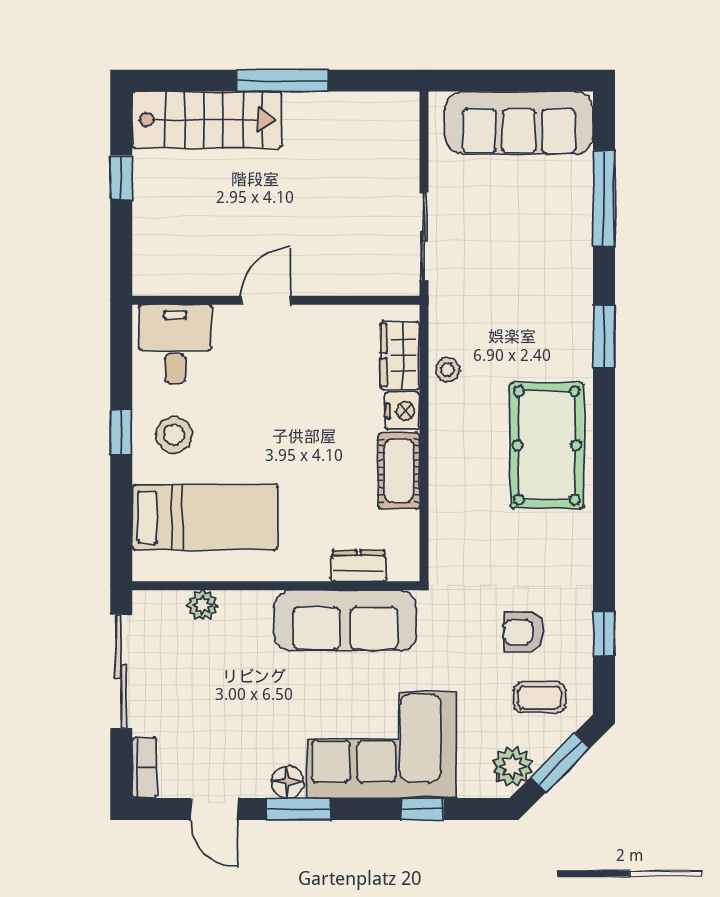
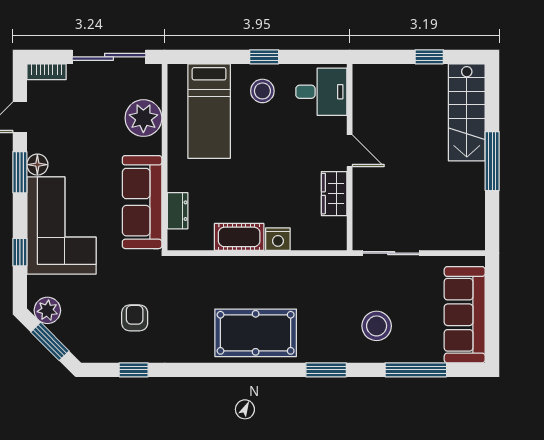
wardrobe: (400, 355) -> (334, 194), moved, turned -90
stool: (448, 370) -> (377, 326), moved, width x1.89, depth x1.89
plant: (202, 605) -> (143, 118), width x1.88, depth x1.88
coffee table: (540, 697) -> (92, 328), removed

